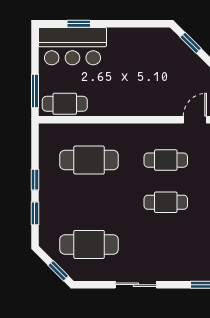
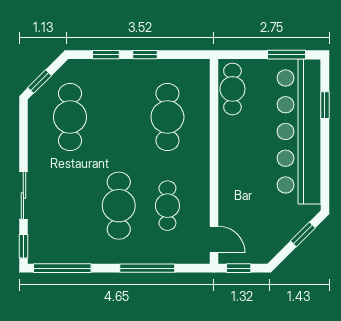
bar counter: (72, 46) -> (299, 131), width x1.86
window: (35, 91) -> (286, 55), moved
cafe table: (166, 202) -> (119, 206), width x1.37, depth x1.35
sliding door: (136, 285) -> (23, 195), moved

